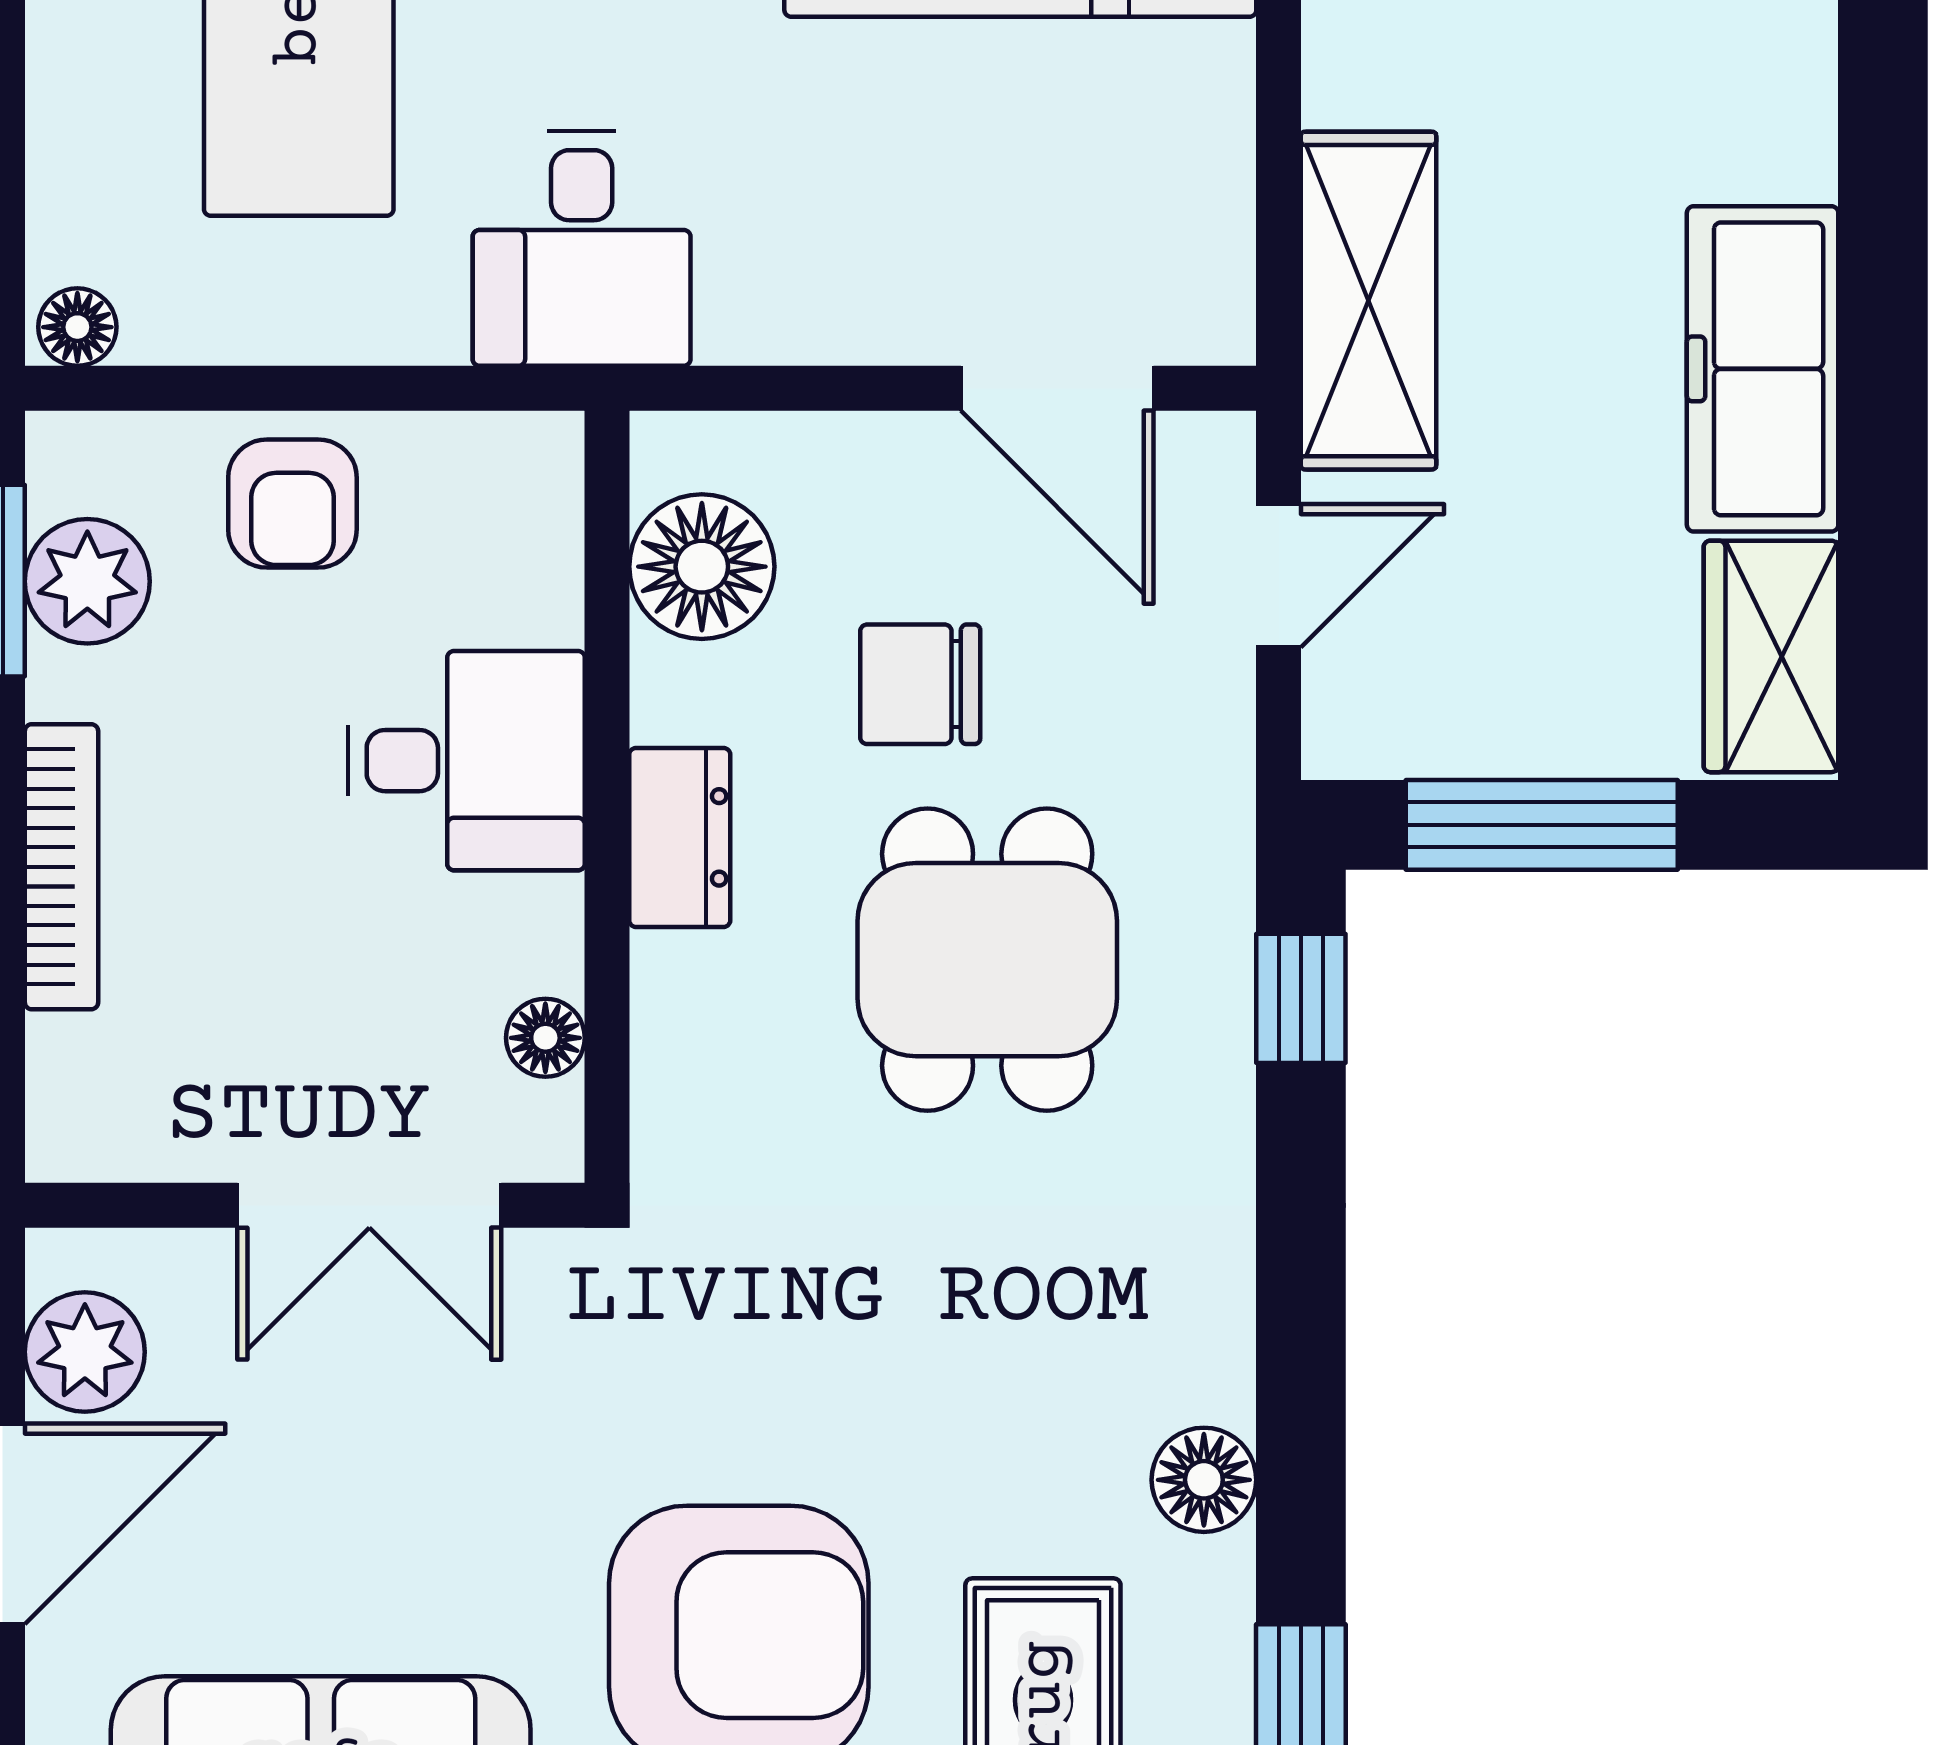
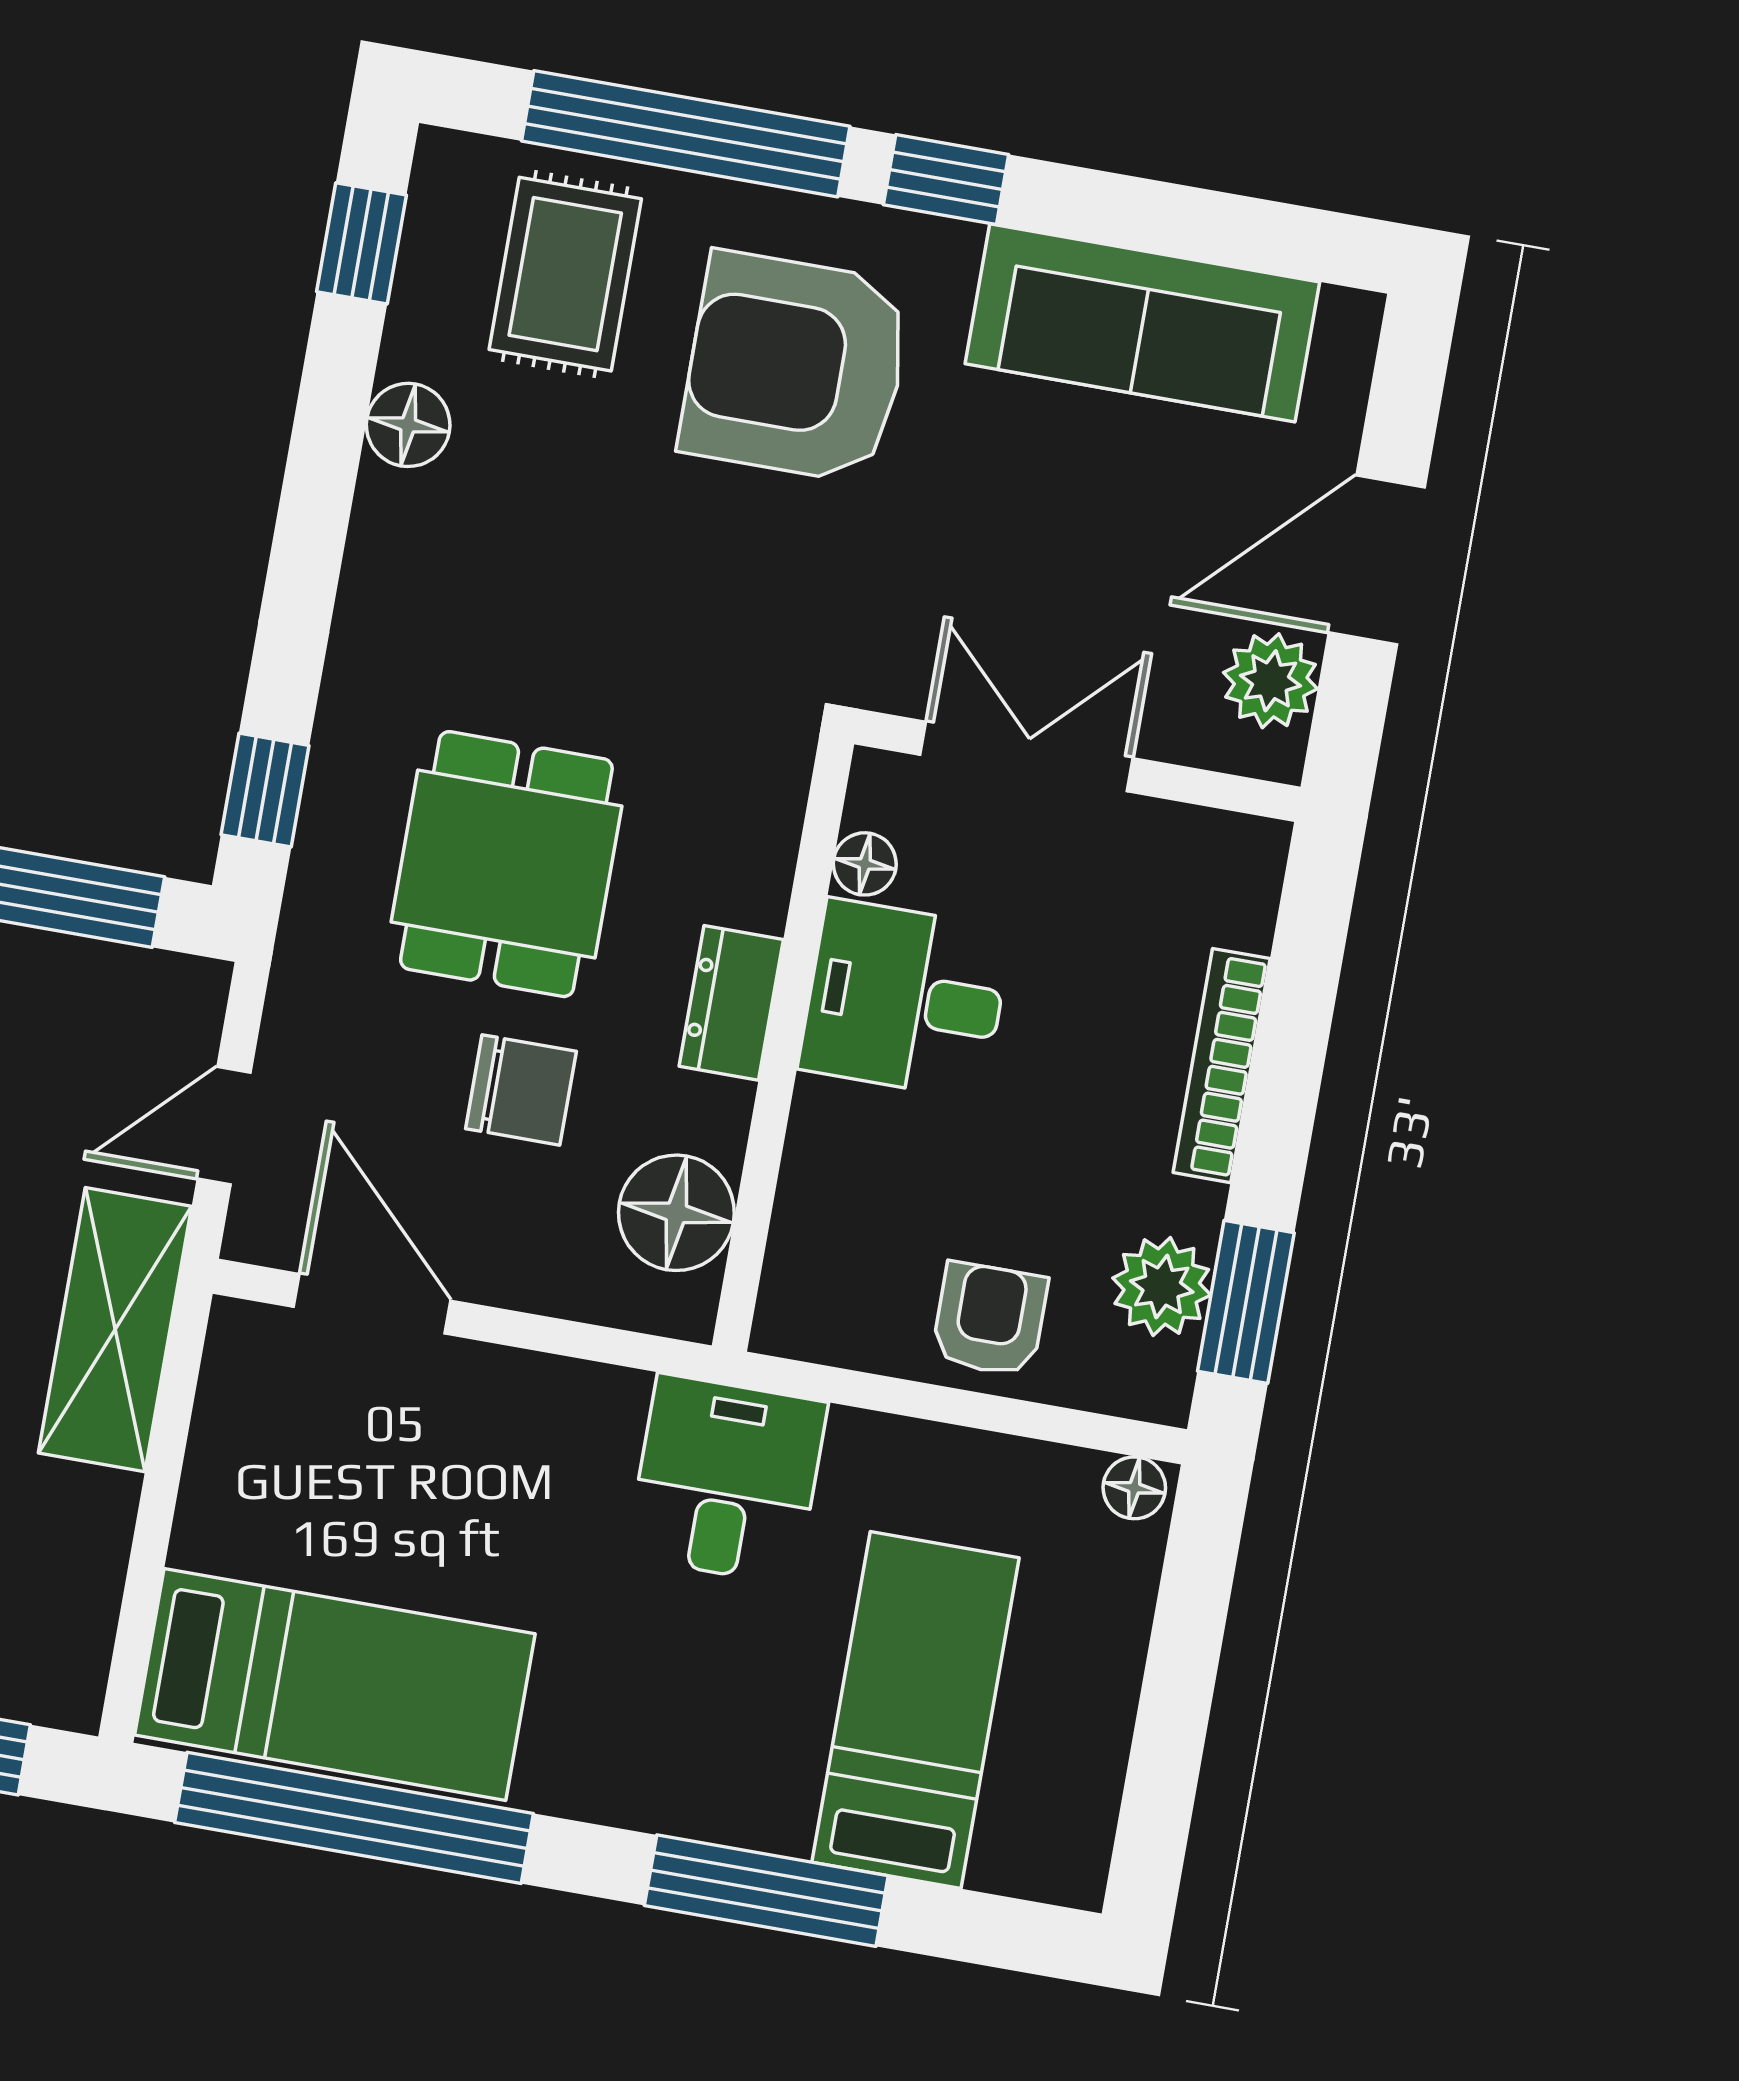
desk: (466, 761) -> (905, 999), moved

